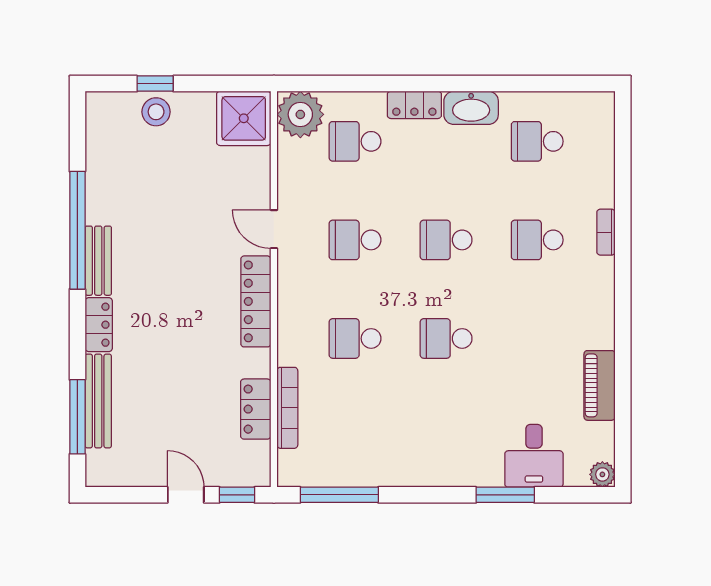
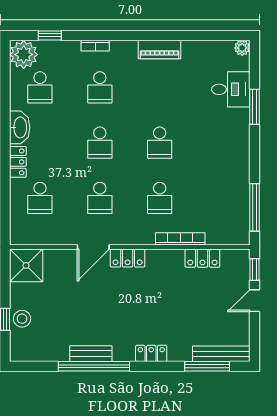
plant: (300, 114) -> (24, 55), moved
window: (623, 157) -> (50, 35), added
door: (274, 229) -> (93, 247), width x1.38
bench: (98, 261) -> (91, 354), moved
locker: (256, 301) -> (128, 258), width x0.66
piano: (600, 385) -> (160, 49), moved
bench: (98, 401) -> (221, 354), moved
bookcase: (287, 408) -> (180, 239), moved

